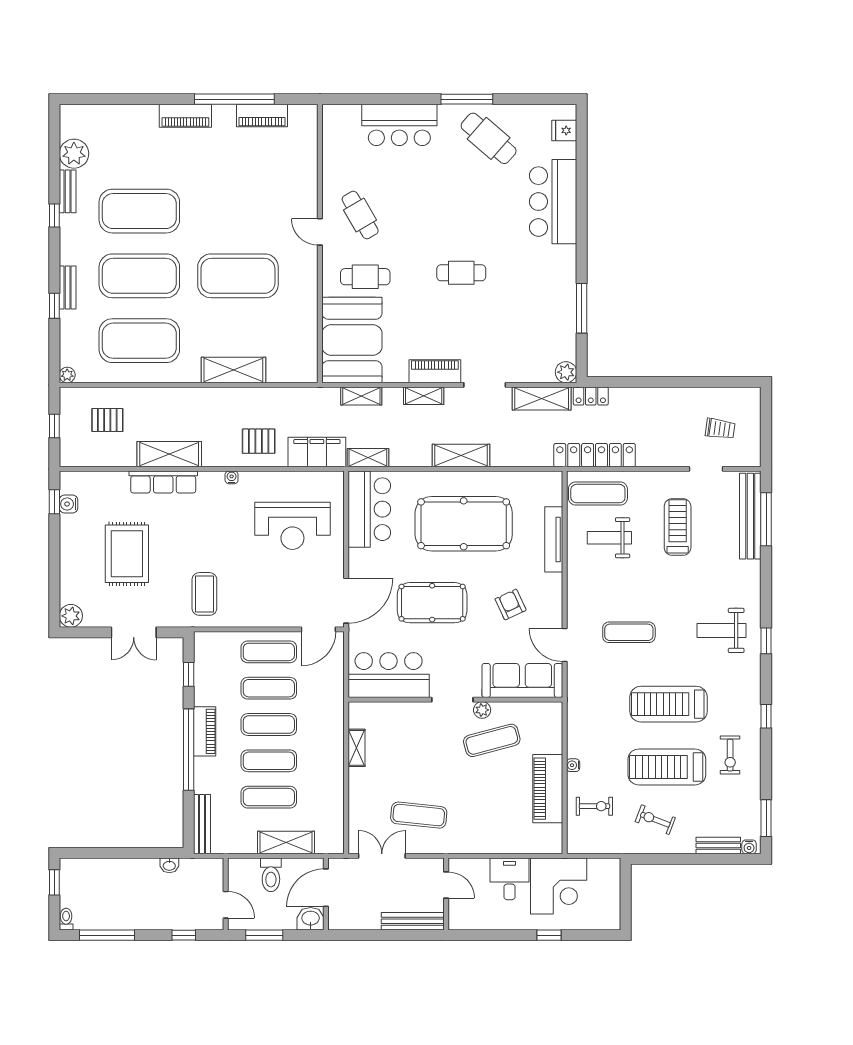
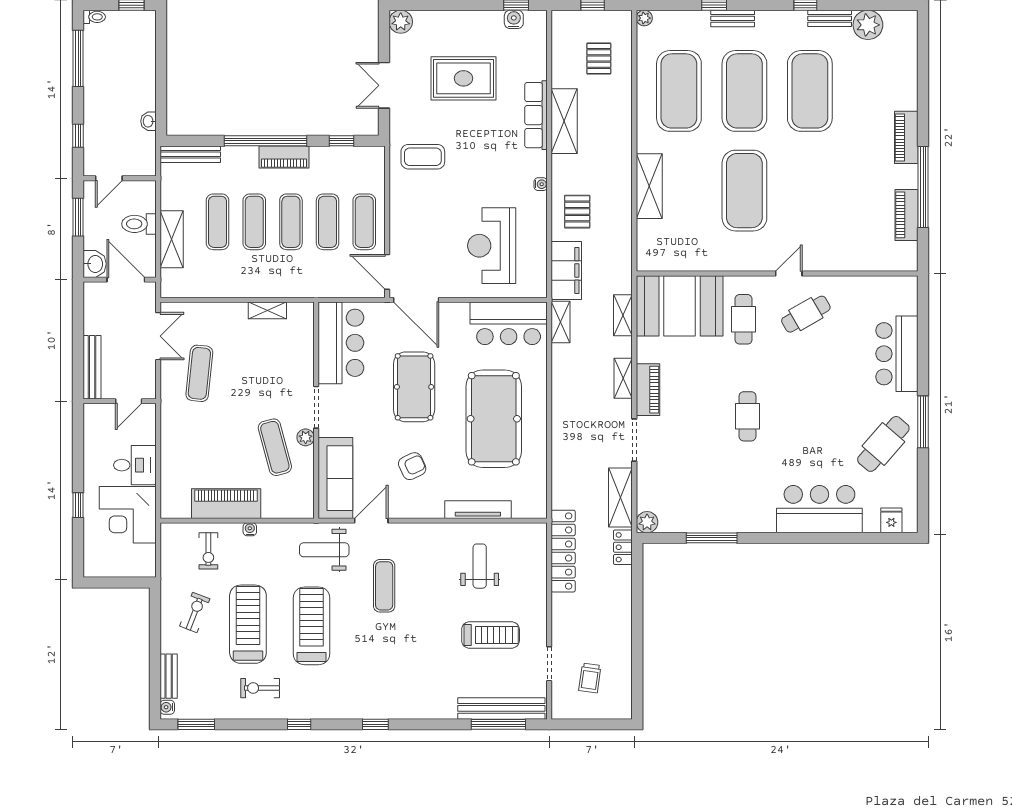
shelving: (461, 456) -> (563, 416), removed
exercise mat: (598, 494) -> (524, 554), removed
weight bench: (722, 630) -> (324, 550), moved, turned -90

